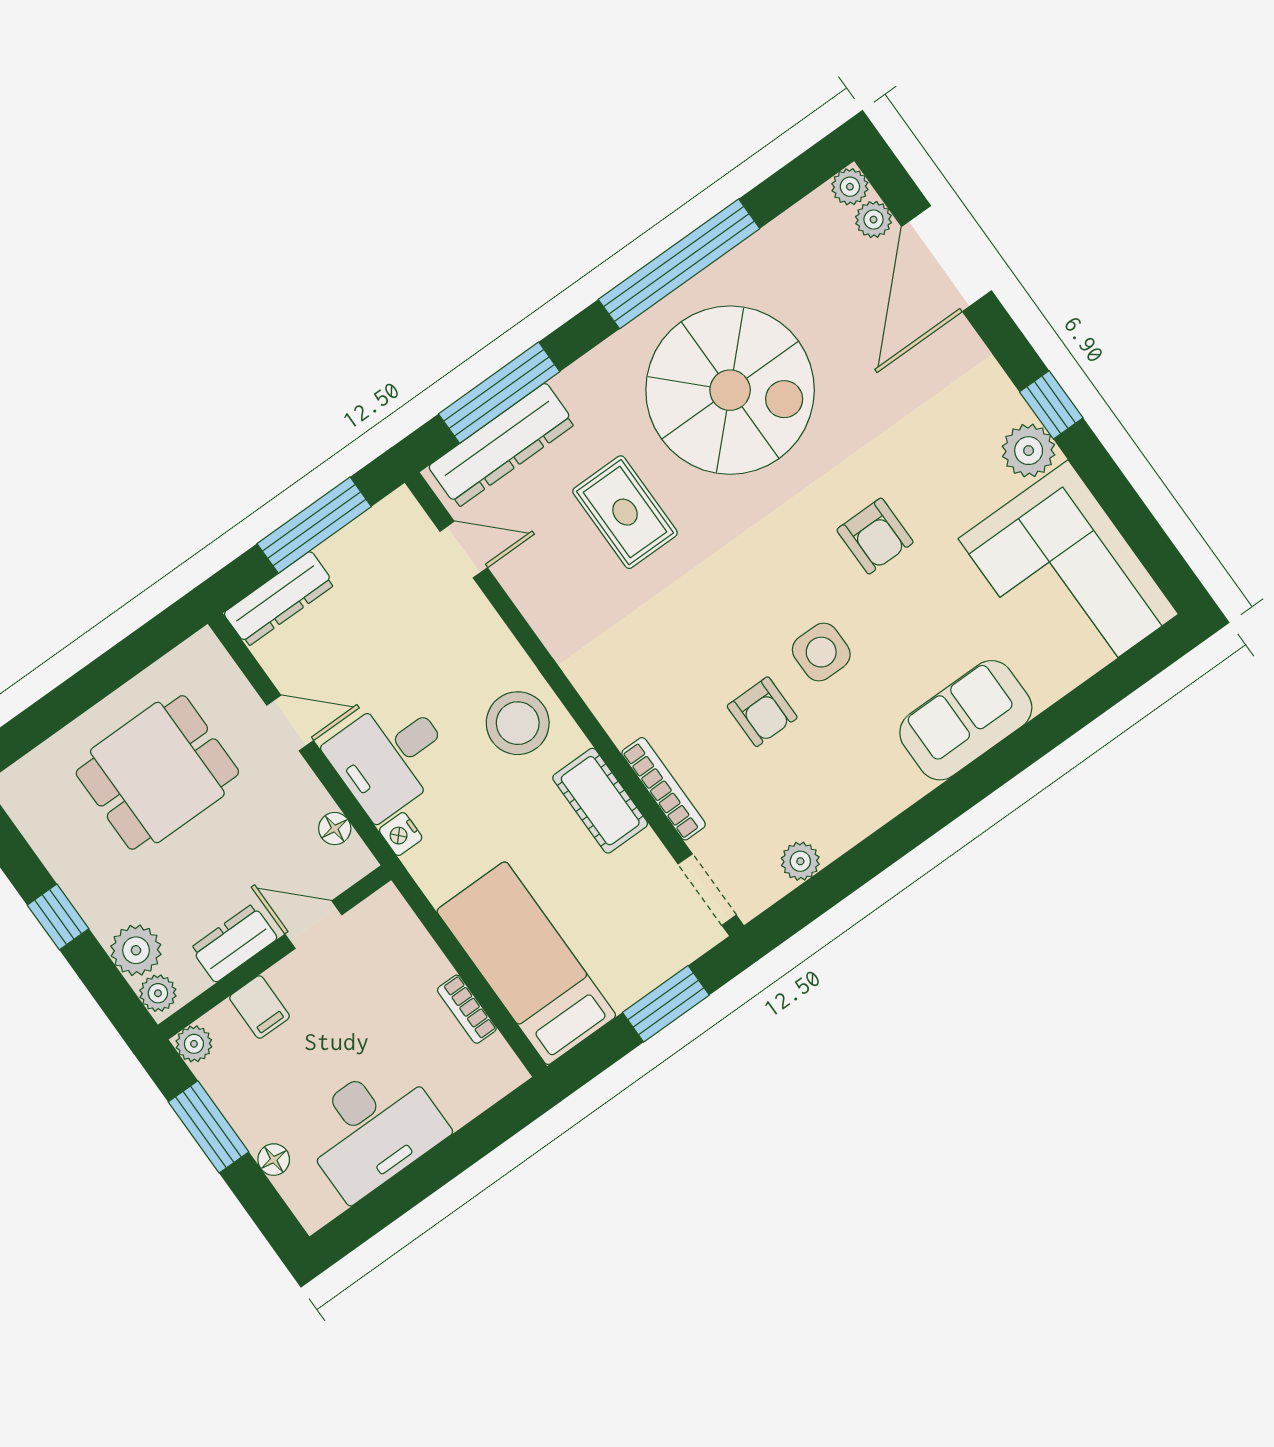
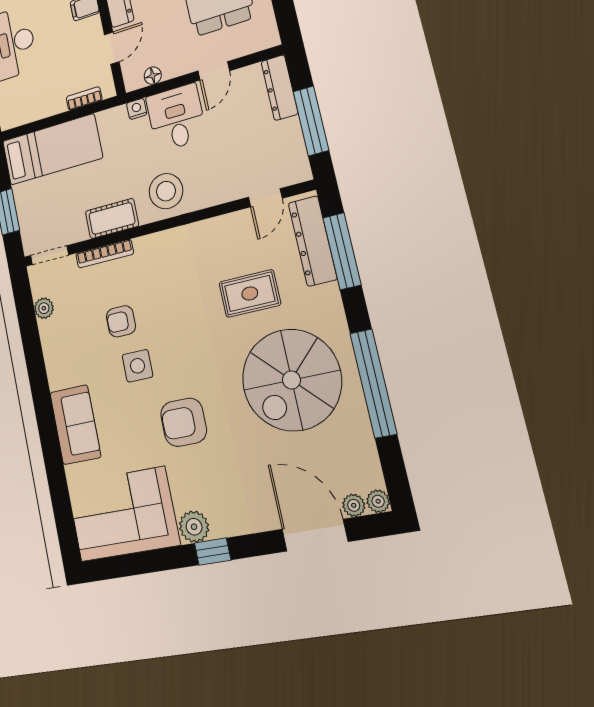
armchair: (875, 536) -> (184, 422), width x1.38, depth x1.38
bookcase: (467, 1009) -> (84, 98), moved

